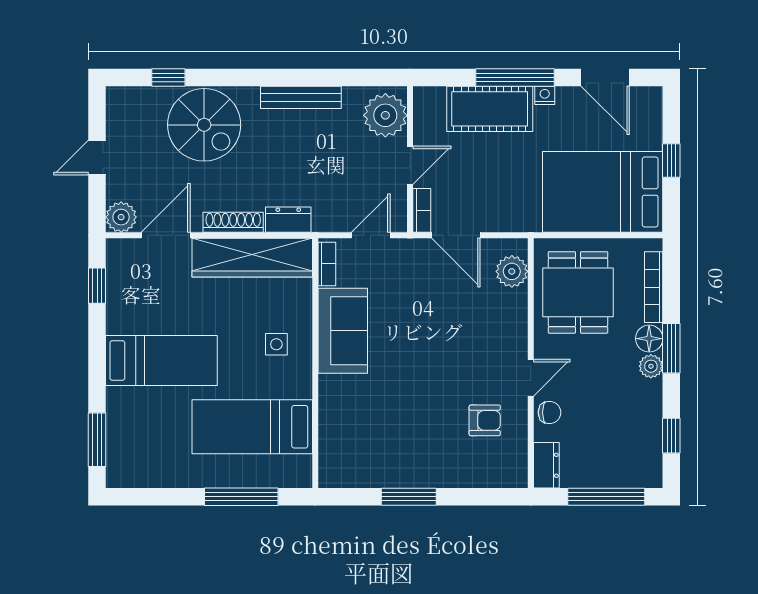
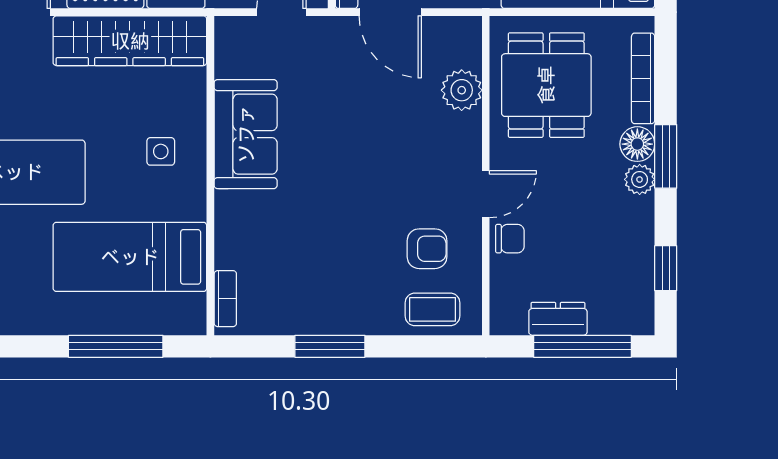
bookcase: (327, 264) -> (225, 299), moved
plant: (512, 271) -> (462, 90), moved
dresser: (546, 465) -> (558, 319), moved, turned -90
coffee table: (489, 468) -> (433, 309), added

